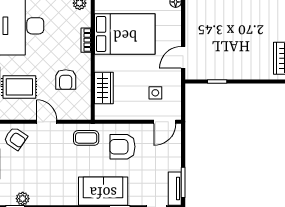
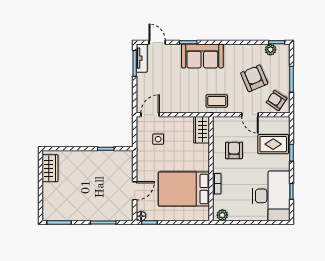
door: (183, 57) -> (135, 191), moved
wardrobe: (104, 88) -> (202, 130), moved
armchair: (122, 147) -> (254, 78), moved, turned -113

